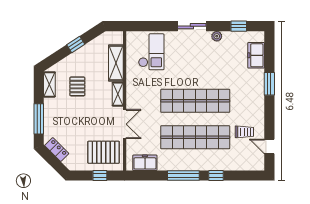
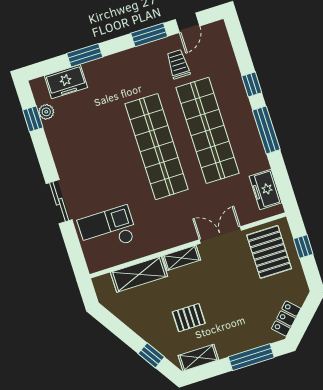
sliding door: (192, 26) -> (59, 202), moved
plant: (217, 36) -> (46, 112), moved
window: (76, 44) -> (151, 355), moved
window: (269, 84) -> (85, 55), moved
window: (269, 119) -> (149, 35), added

